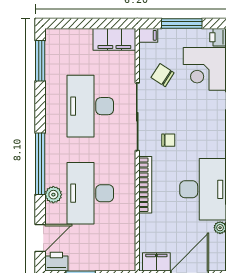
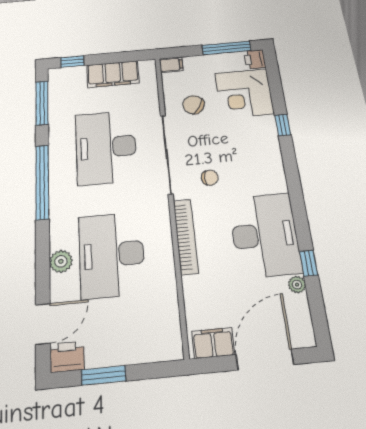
window: (66, 23) -> (72, 62), added
window: (182, 23) -> (226, 48), moved
filing cabinet: (114, 39) -> (113, 74), moved
window: (40, 164) -> (42, 182), moved

